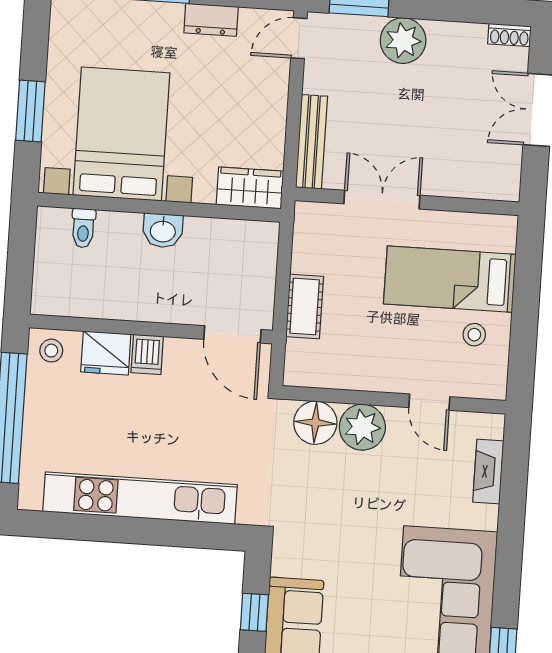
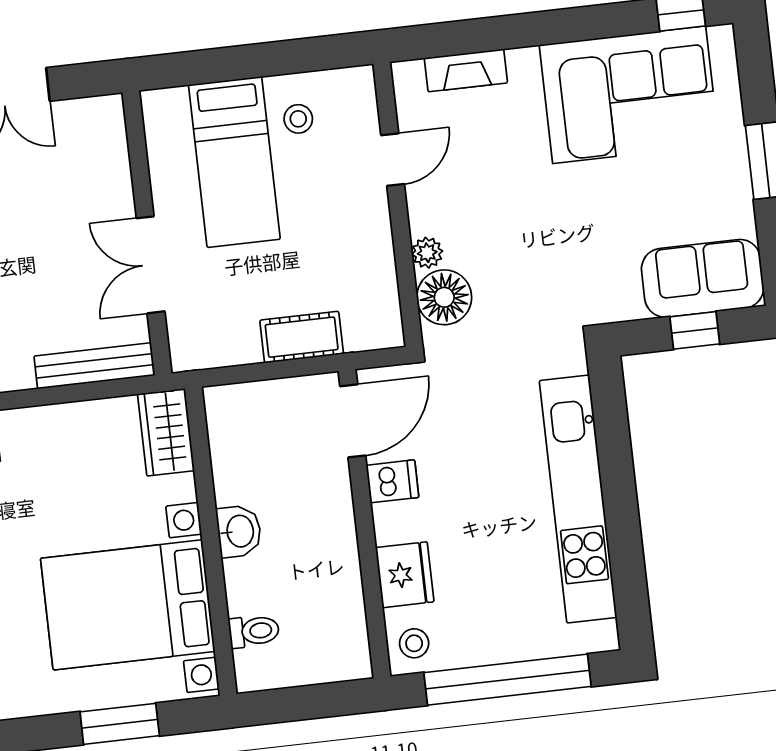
dishwasher: (147, 354) -> (392, 481), moved
plant: (362, 427) -> (427, 253), width x0.53, depth x0.53

